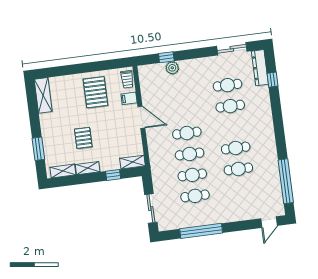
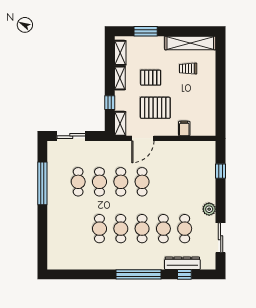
plant: (172, 68) -> (209, 209), moved
dresser: (260, 68) -> (182, 263), moved
trolley: (127, 79) -> (188, 69), moved
pallet: (95, 92) -> (155, 108), moved
shelving: (43, 95) -> (190, 43), width x1.47
door: (141, 117) -> (143, 138), moved
cafe table: (233, 127) -> (142, 229), added
window: (286, 181) -> (138, 274), moved
door: (269, 222) -> (42, 252), removed

